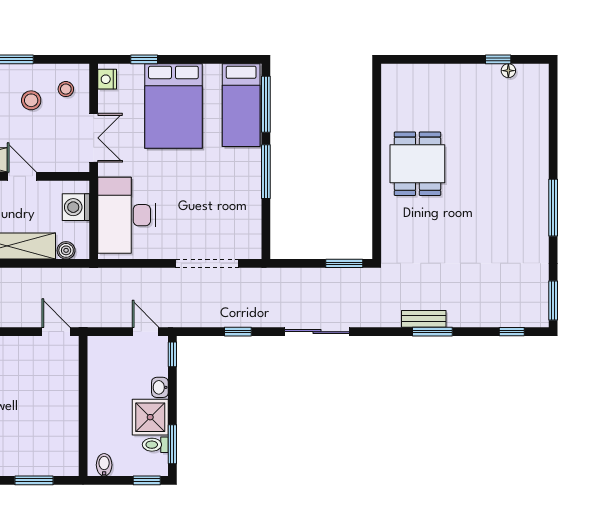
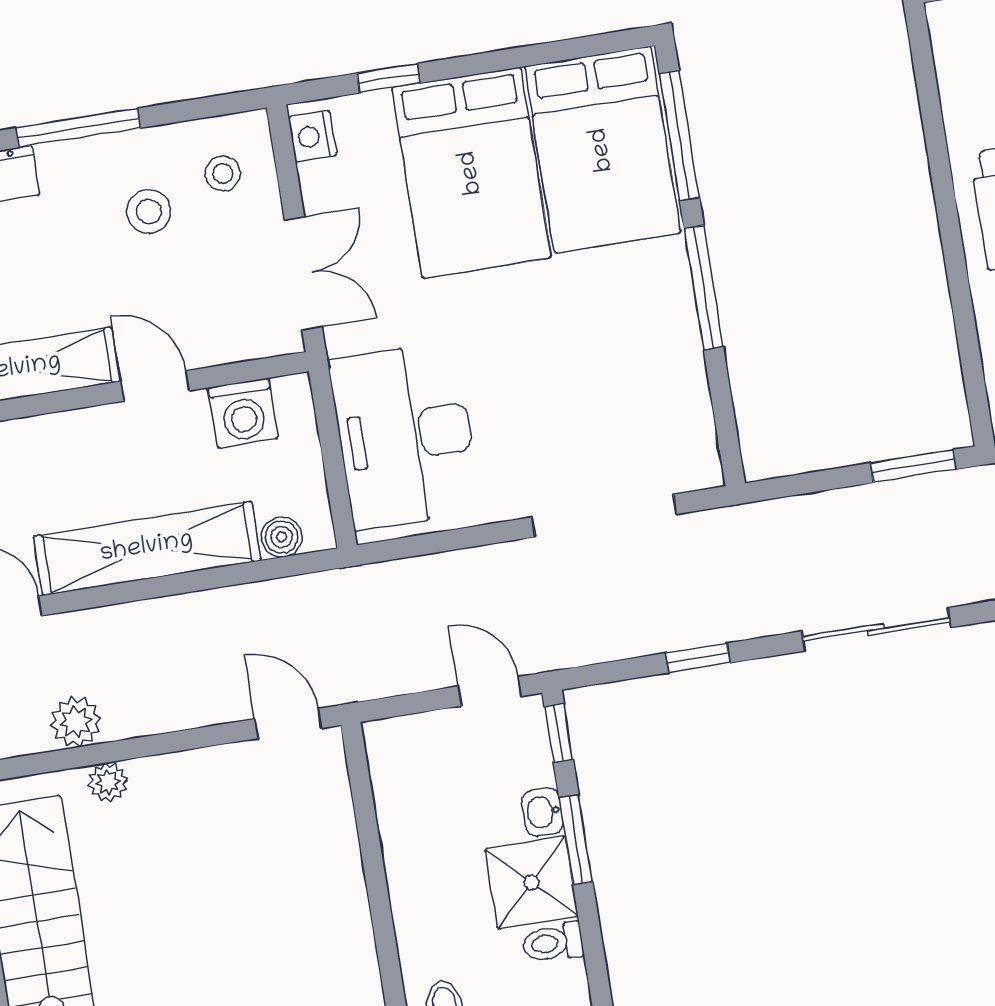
bed: (241, 105) -> (603, 150), width x1.50
washing machine: (76, 207) -> (243, 413), moved, turned -90
window: (172, 444) -> (576, 840), moved

